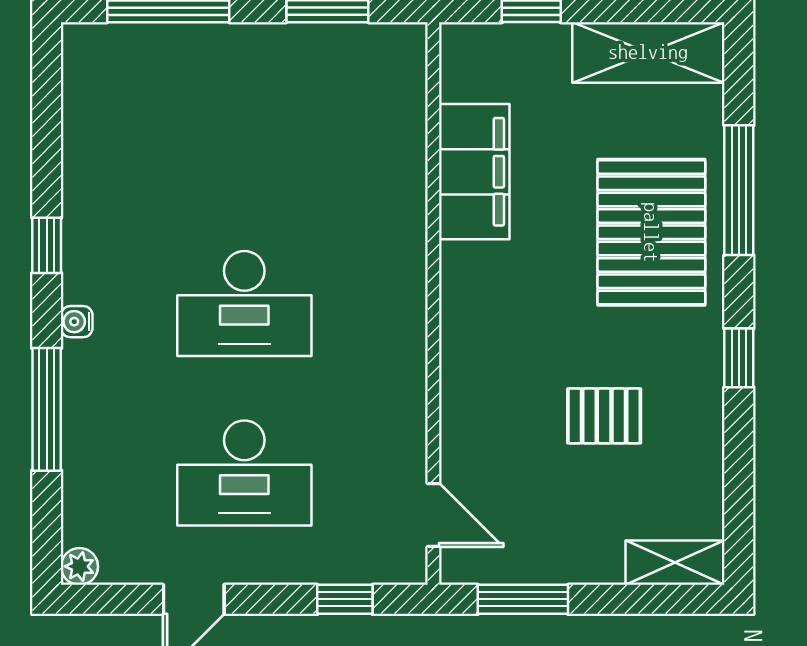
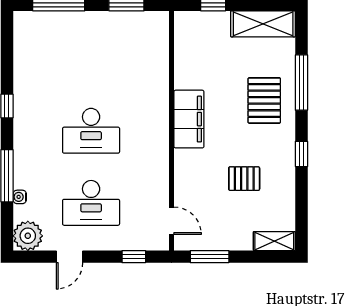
filing cabinet: (474, 172) -> (189, 119), moved
pallet: (651, 232) -> (264, 100), width x0.73, depth x0.71
water cooler: (77, 322) -> (20, 197), moved
plant: (79, 566) -> (28, 236), width x1.88, depth x1.88

